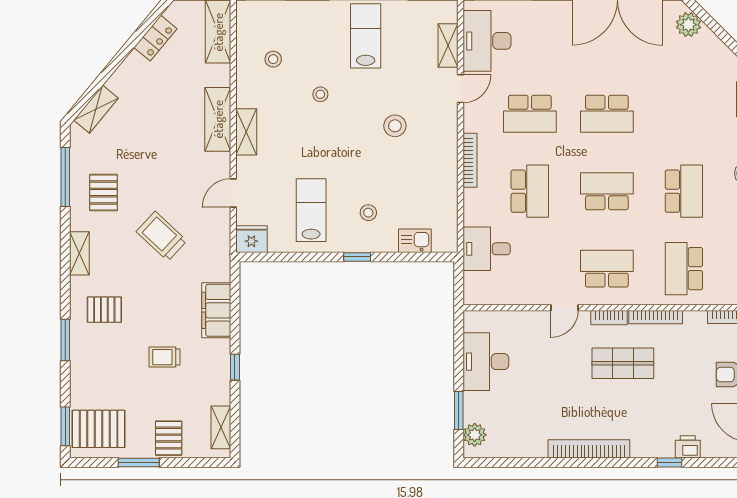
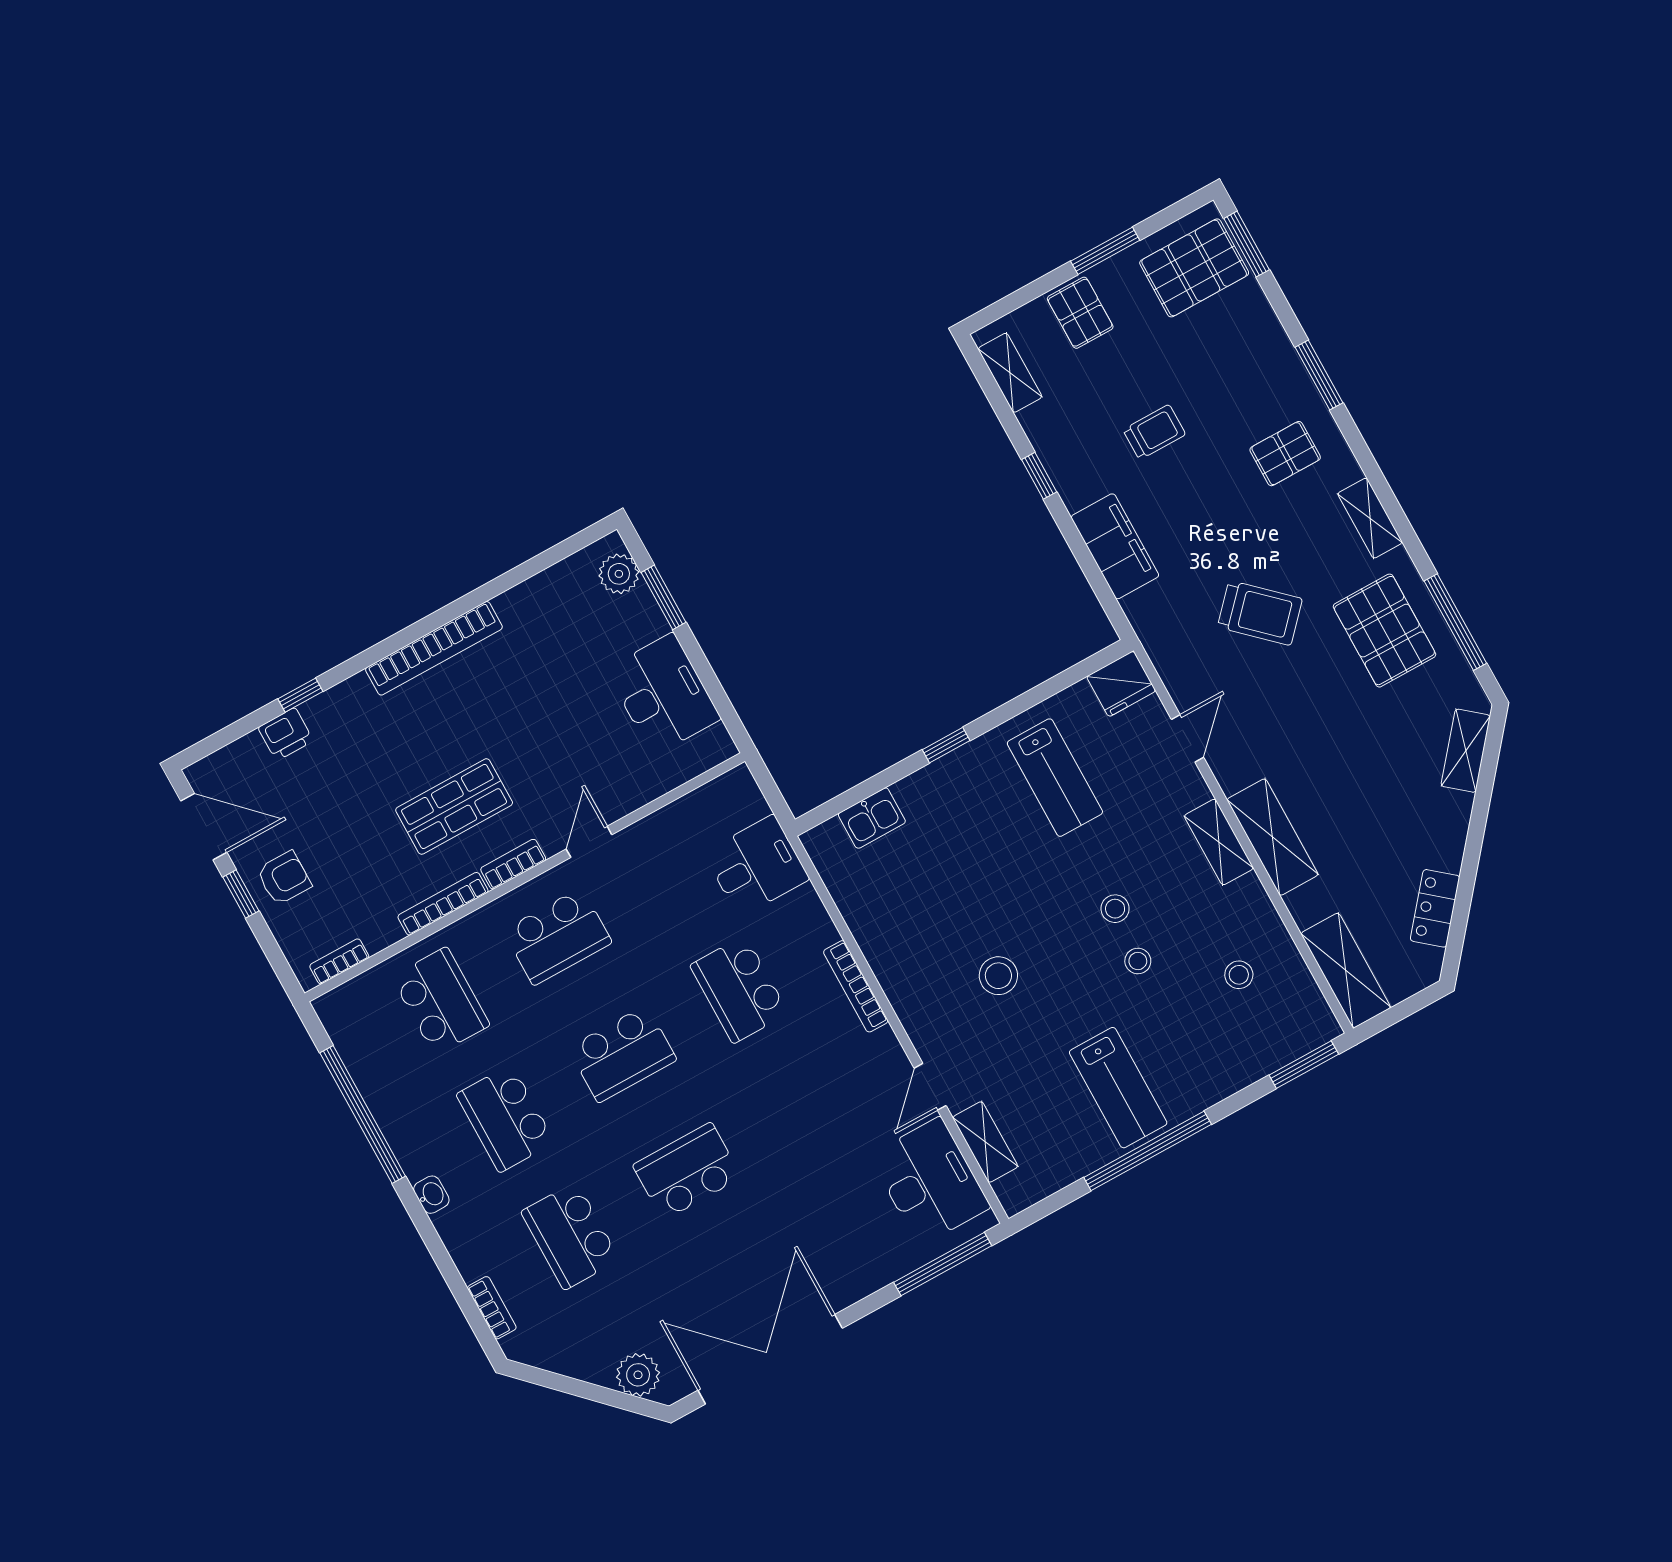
school desk: (530, 114) -> (570, 1236), moved, turned -90
pallet: (103, 193) -> (1384, 631), width x1.50, depth x1.42
stool: (368, 213) -> (1115, 909), moved

